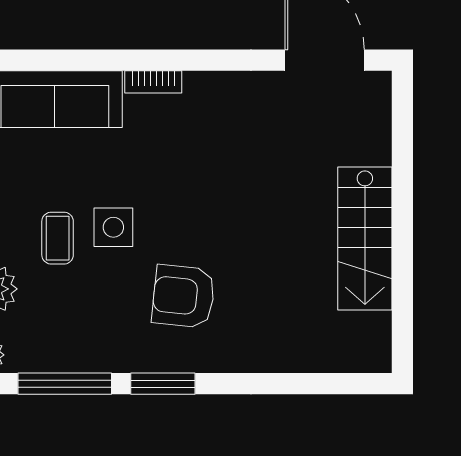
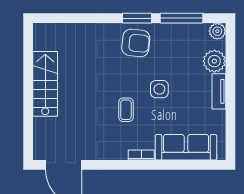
coffee table: (58, 238) -> (126, 110), moved
armchair: (184, 296) -> (136, 43), moved

